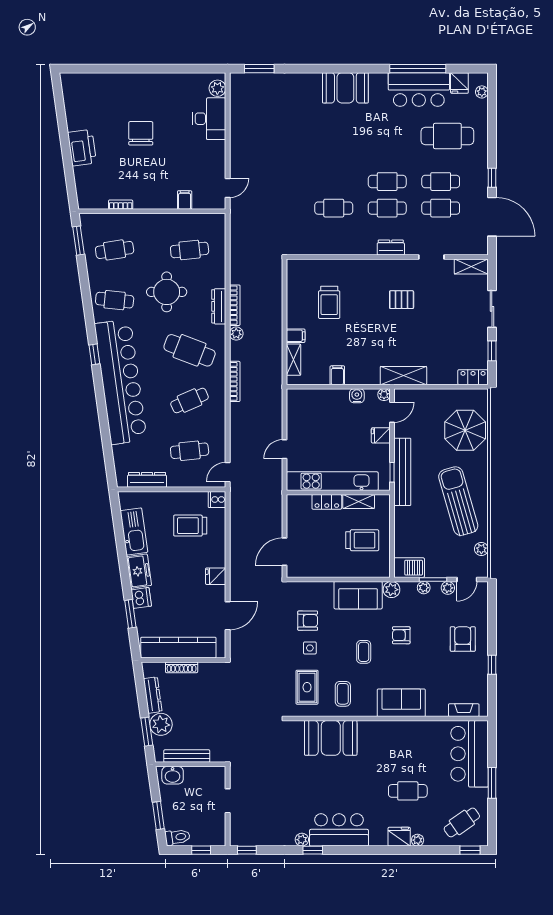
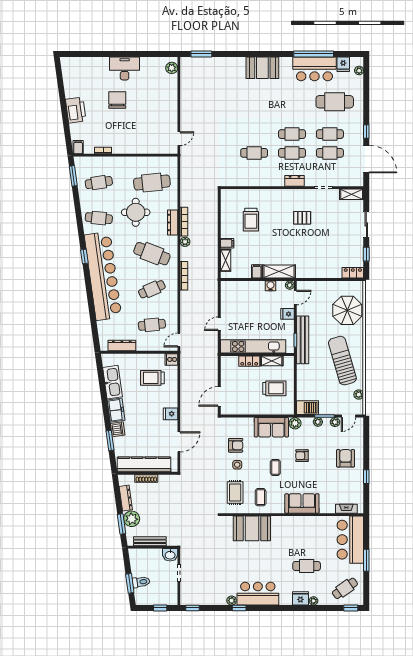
desk: (209, 119) -> (125, 68), moved, turned -90
filing cabinet: (185, 200) -> (78, 147), moved
cafe table: (190, 250) -> (152, 183), width x1.37, depth x1.35
shelving: (403, 376) -> (279, 272), moved
washbasin: (173, 775) -> (170, 555), moved
toilet: (177, 837) -> (141, 582), moved

